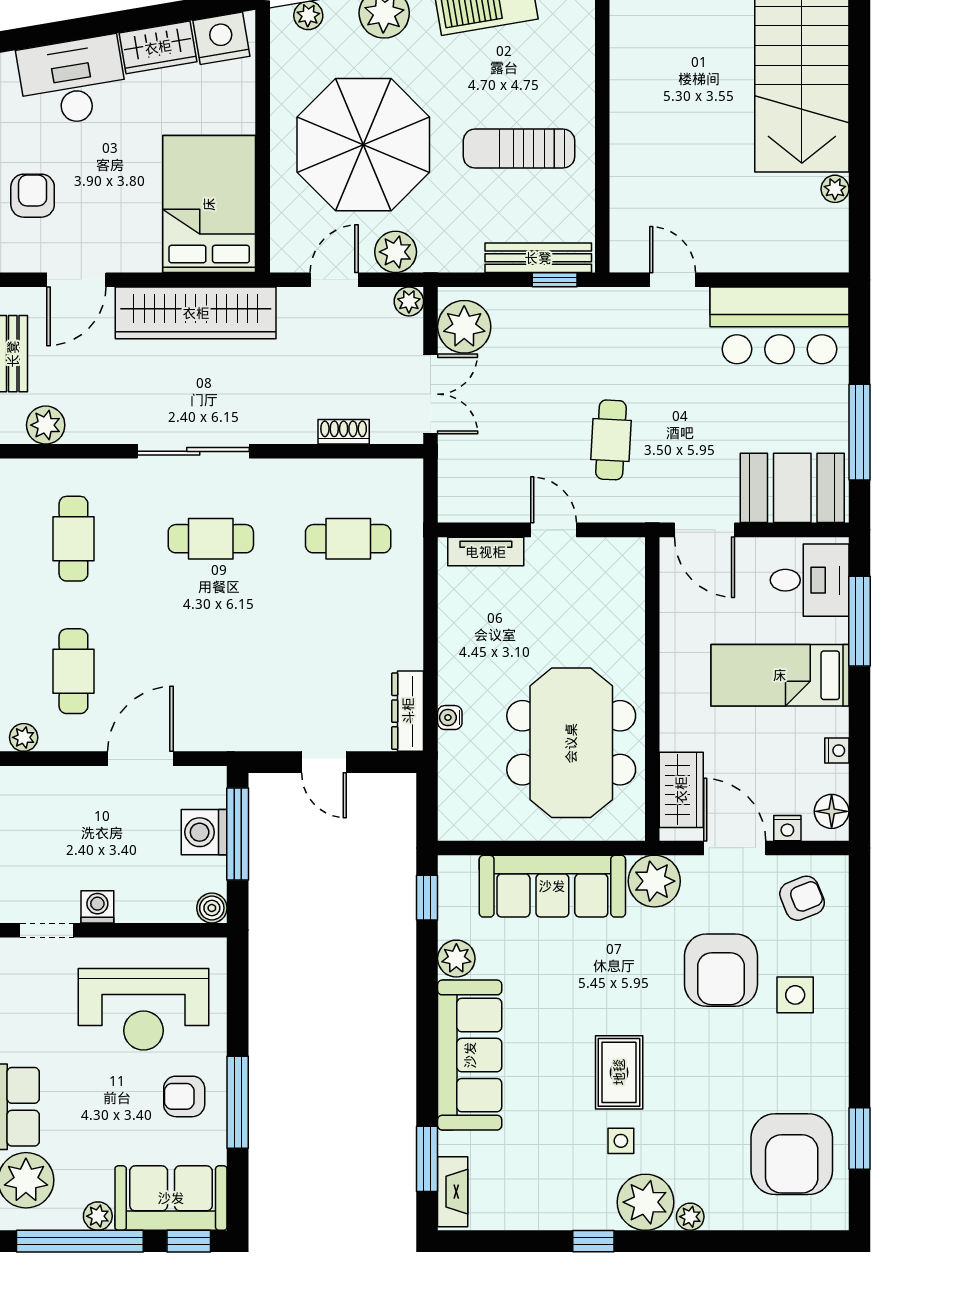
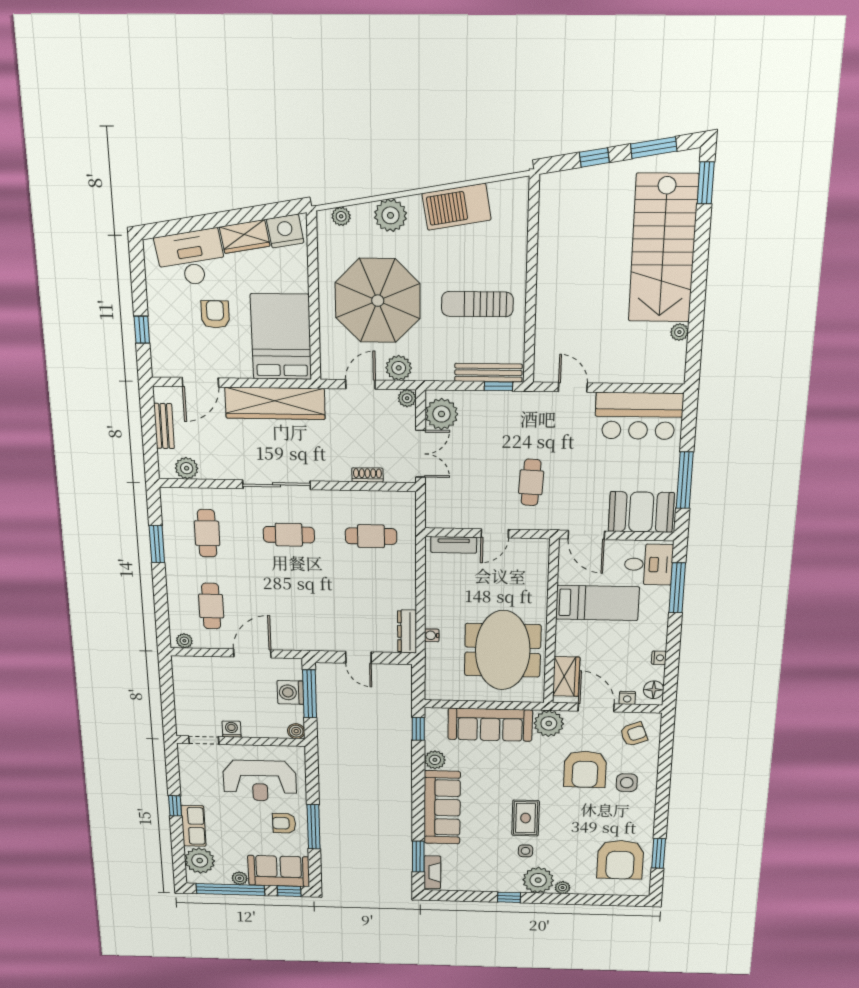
armchair: (33, 196) -> (215, 314), moved
door: (554, 530) -> (495, 533), swing flipped
bed: (780, 675) -> (597, 603), moved, turned 180

